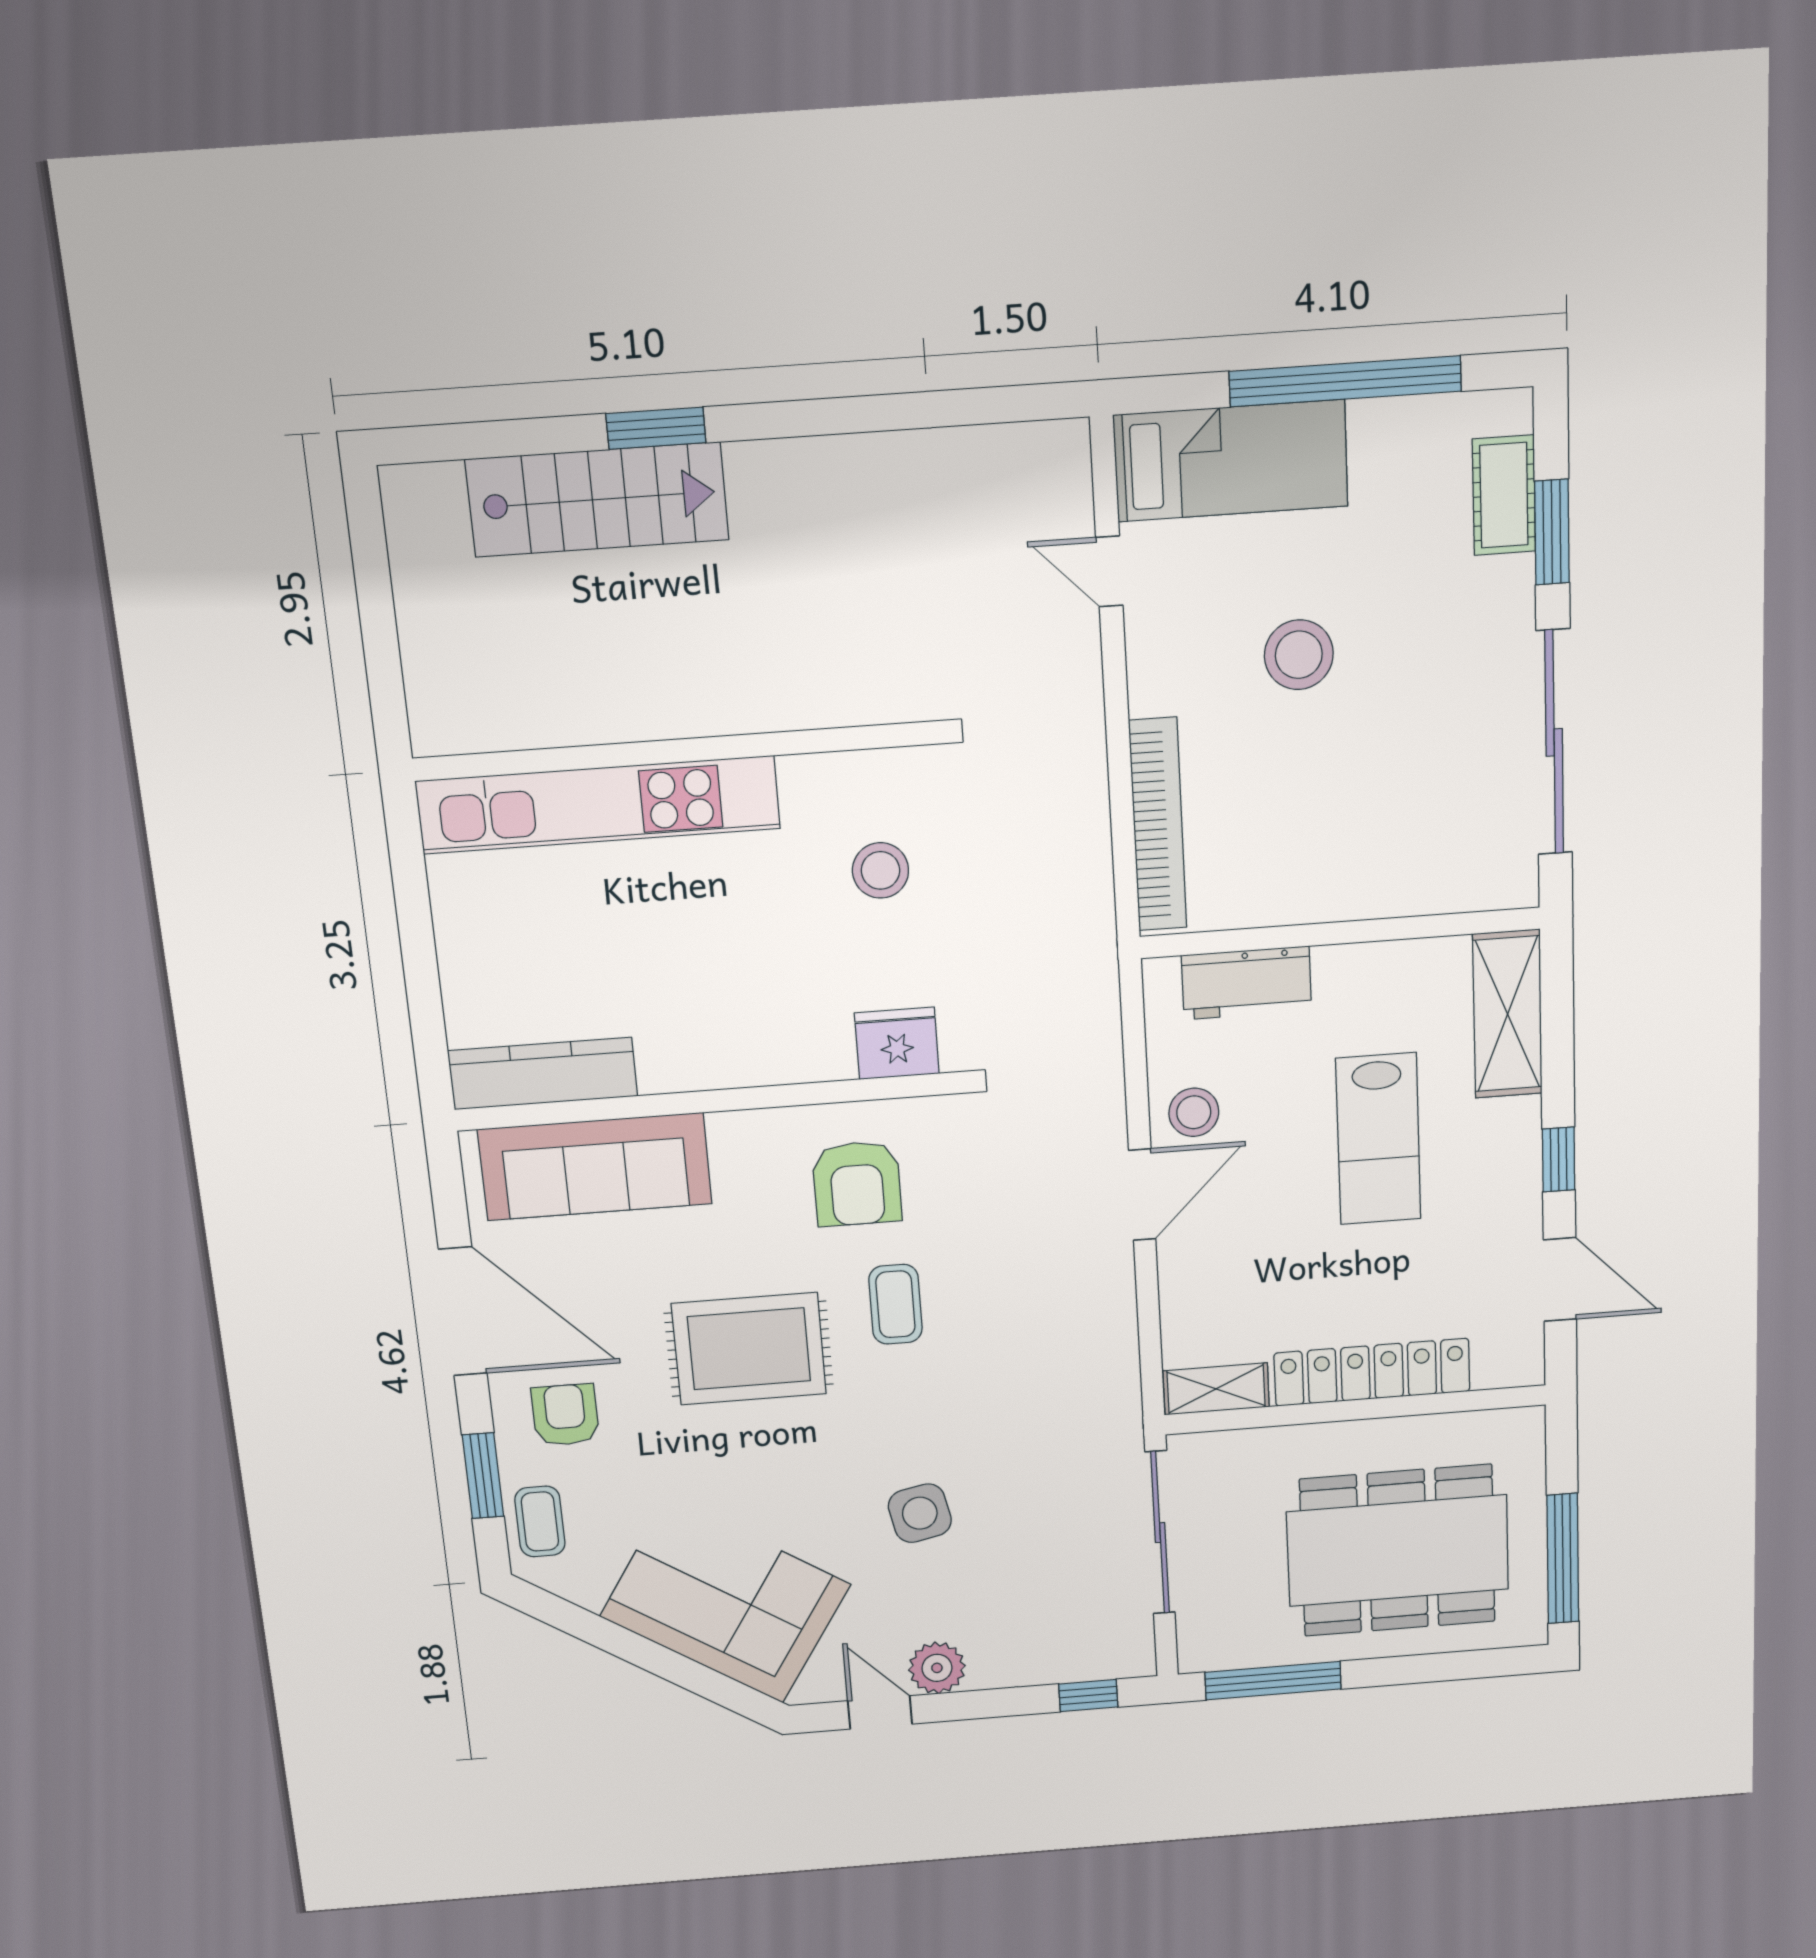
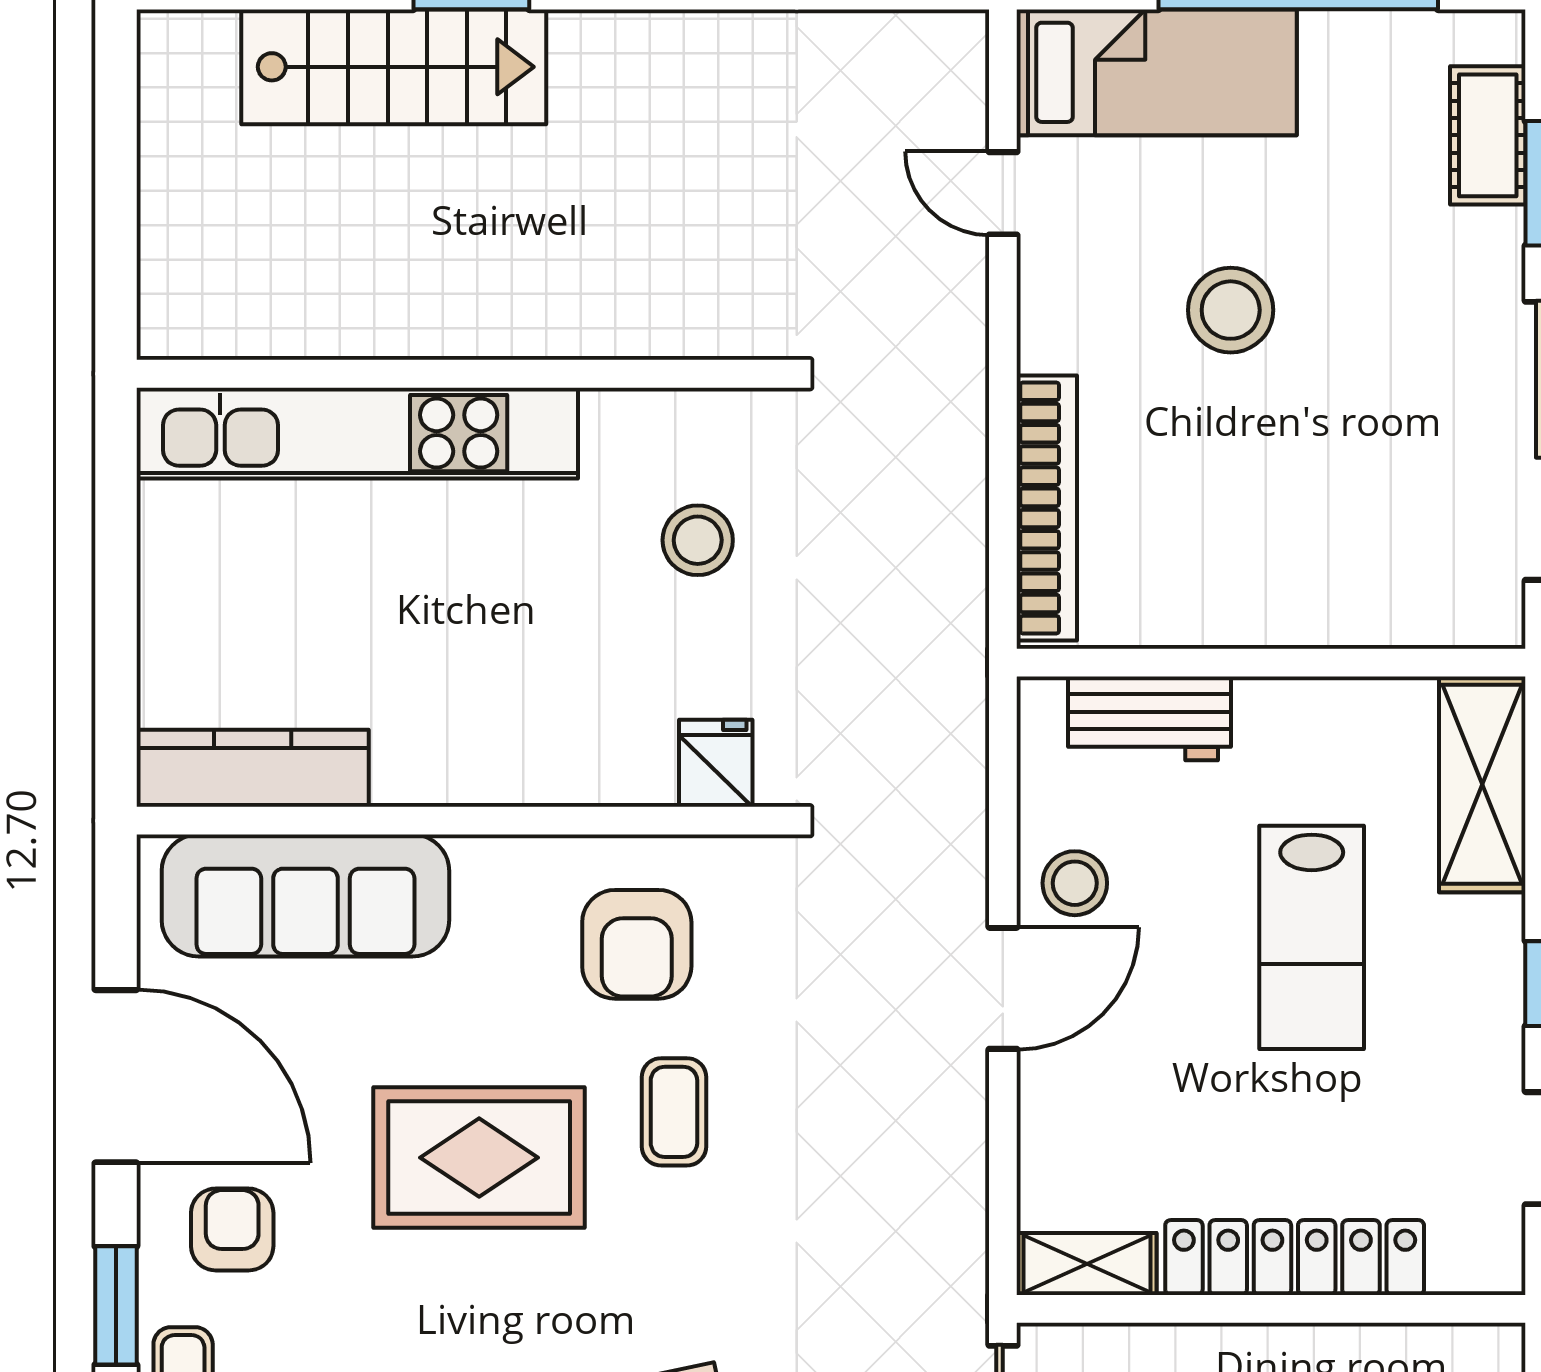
fridge: (897, 1043) -> (716, 763), width x0.72

